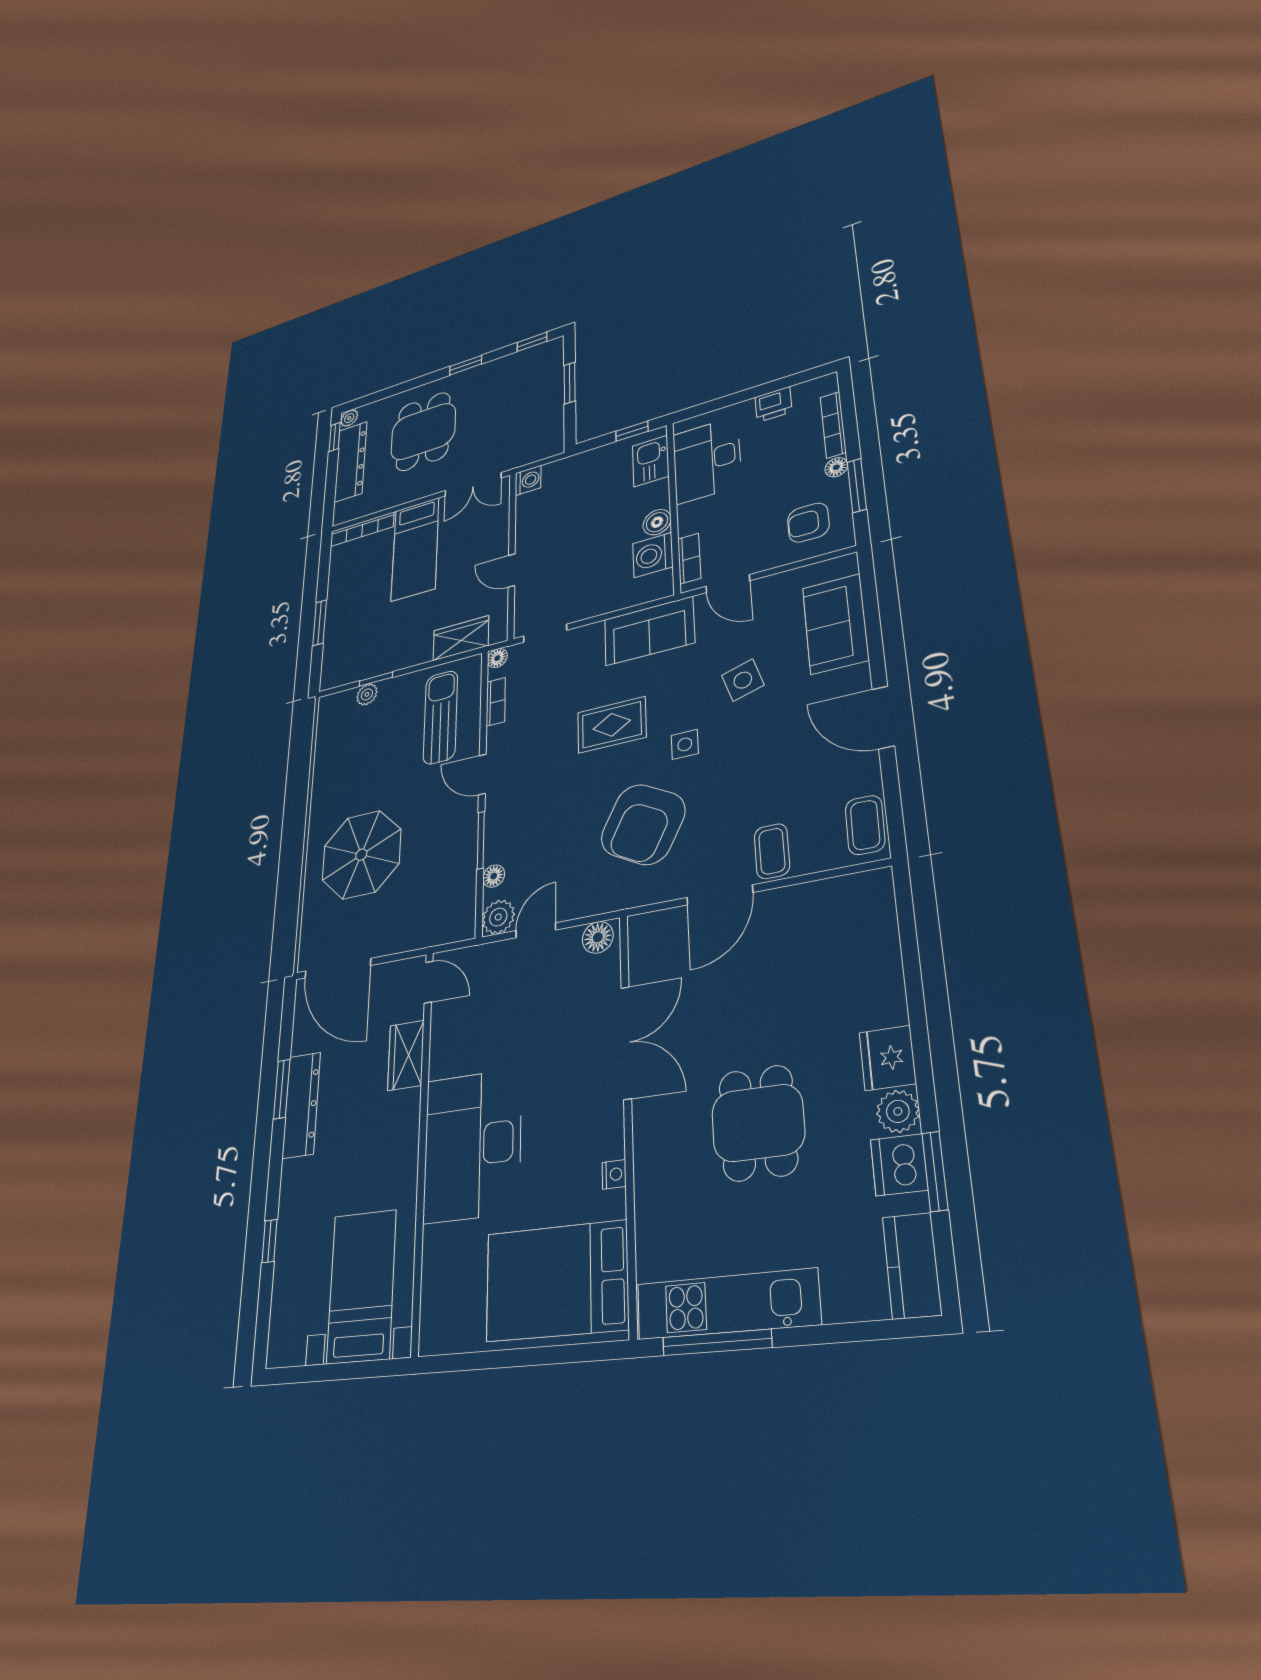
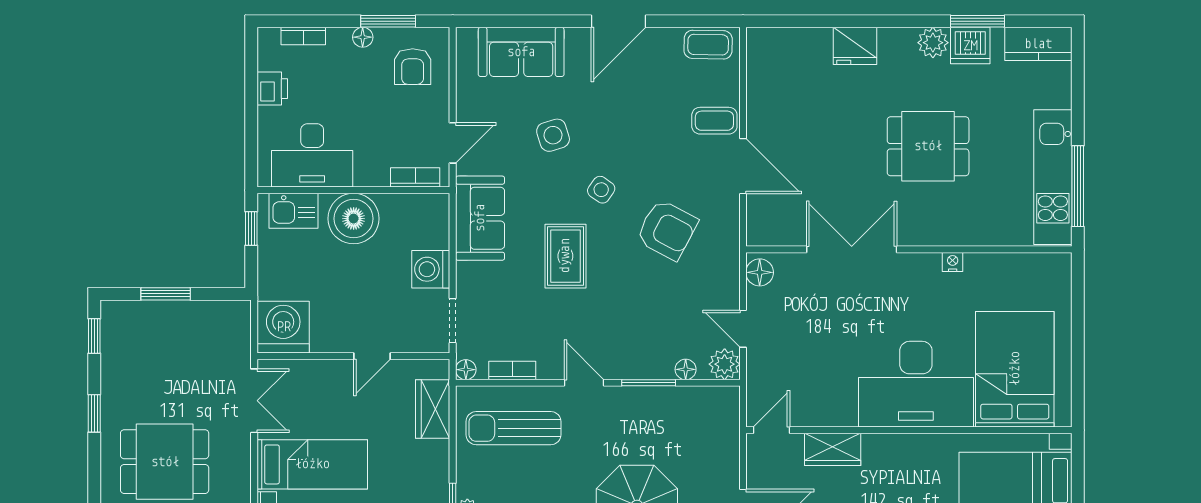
bookcase: (833, 425) -> (303, 36), width x0.64
washing machine: (528, 480) -> (283, 327), width x1.89, depth x1.89
boiler: (657, 522) -> (354, 219), width x1.86, depth x1.86
washing machine: (653, 555) -> (431, 269), moved, turned 90
side table: (685, 744) -> (601, 190), turned 35
door: (482, 774) -> (584, 383), swing flipped
armchair: (643, 824) -> (667, 230), width x0.73, depth x0.73
fridge: (888, 1058) -> (855, 46), moved
bed: (556, 1281) -> (1015, 369), moved, turned 180

